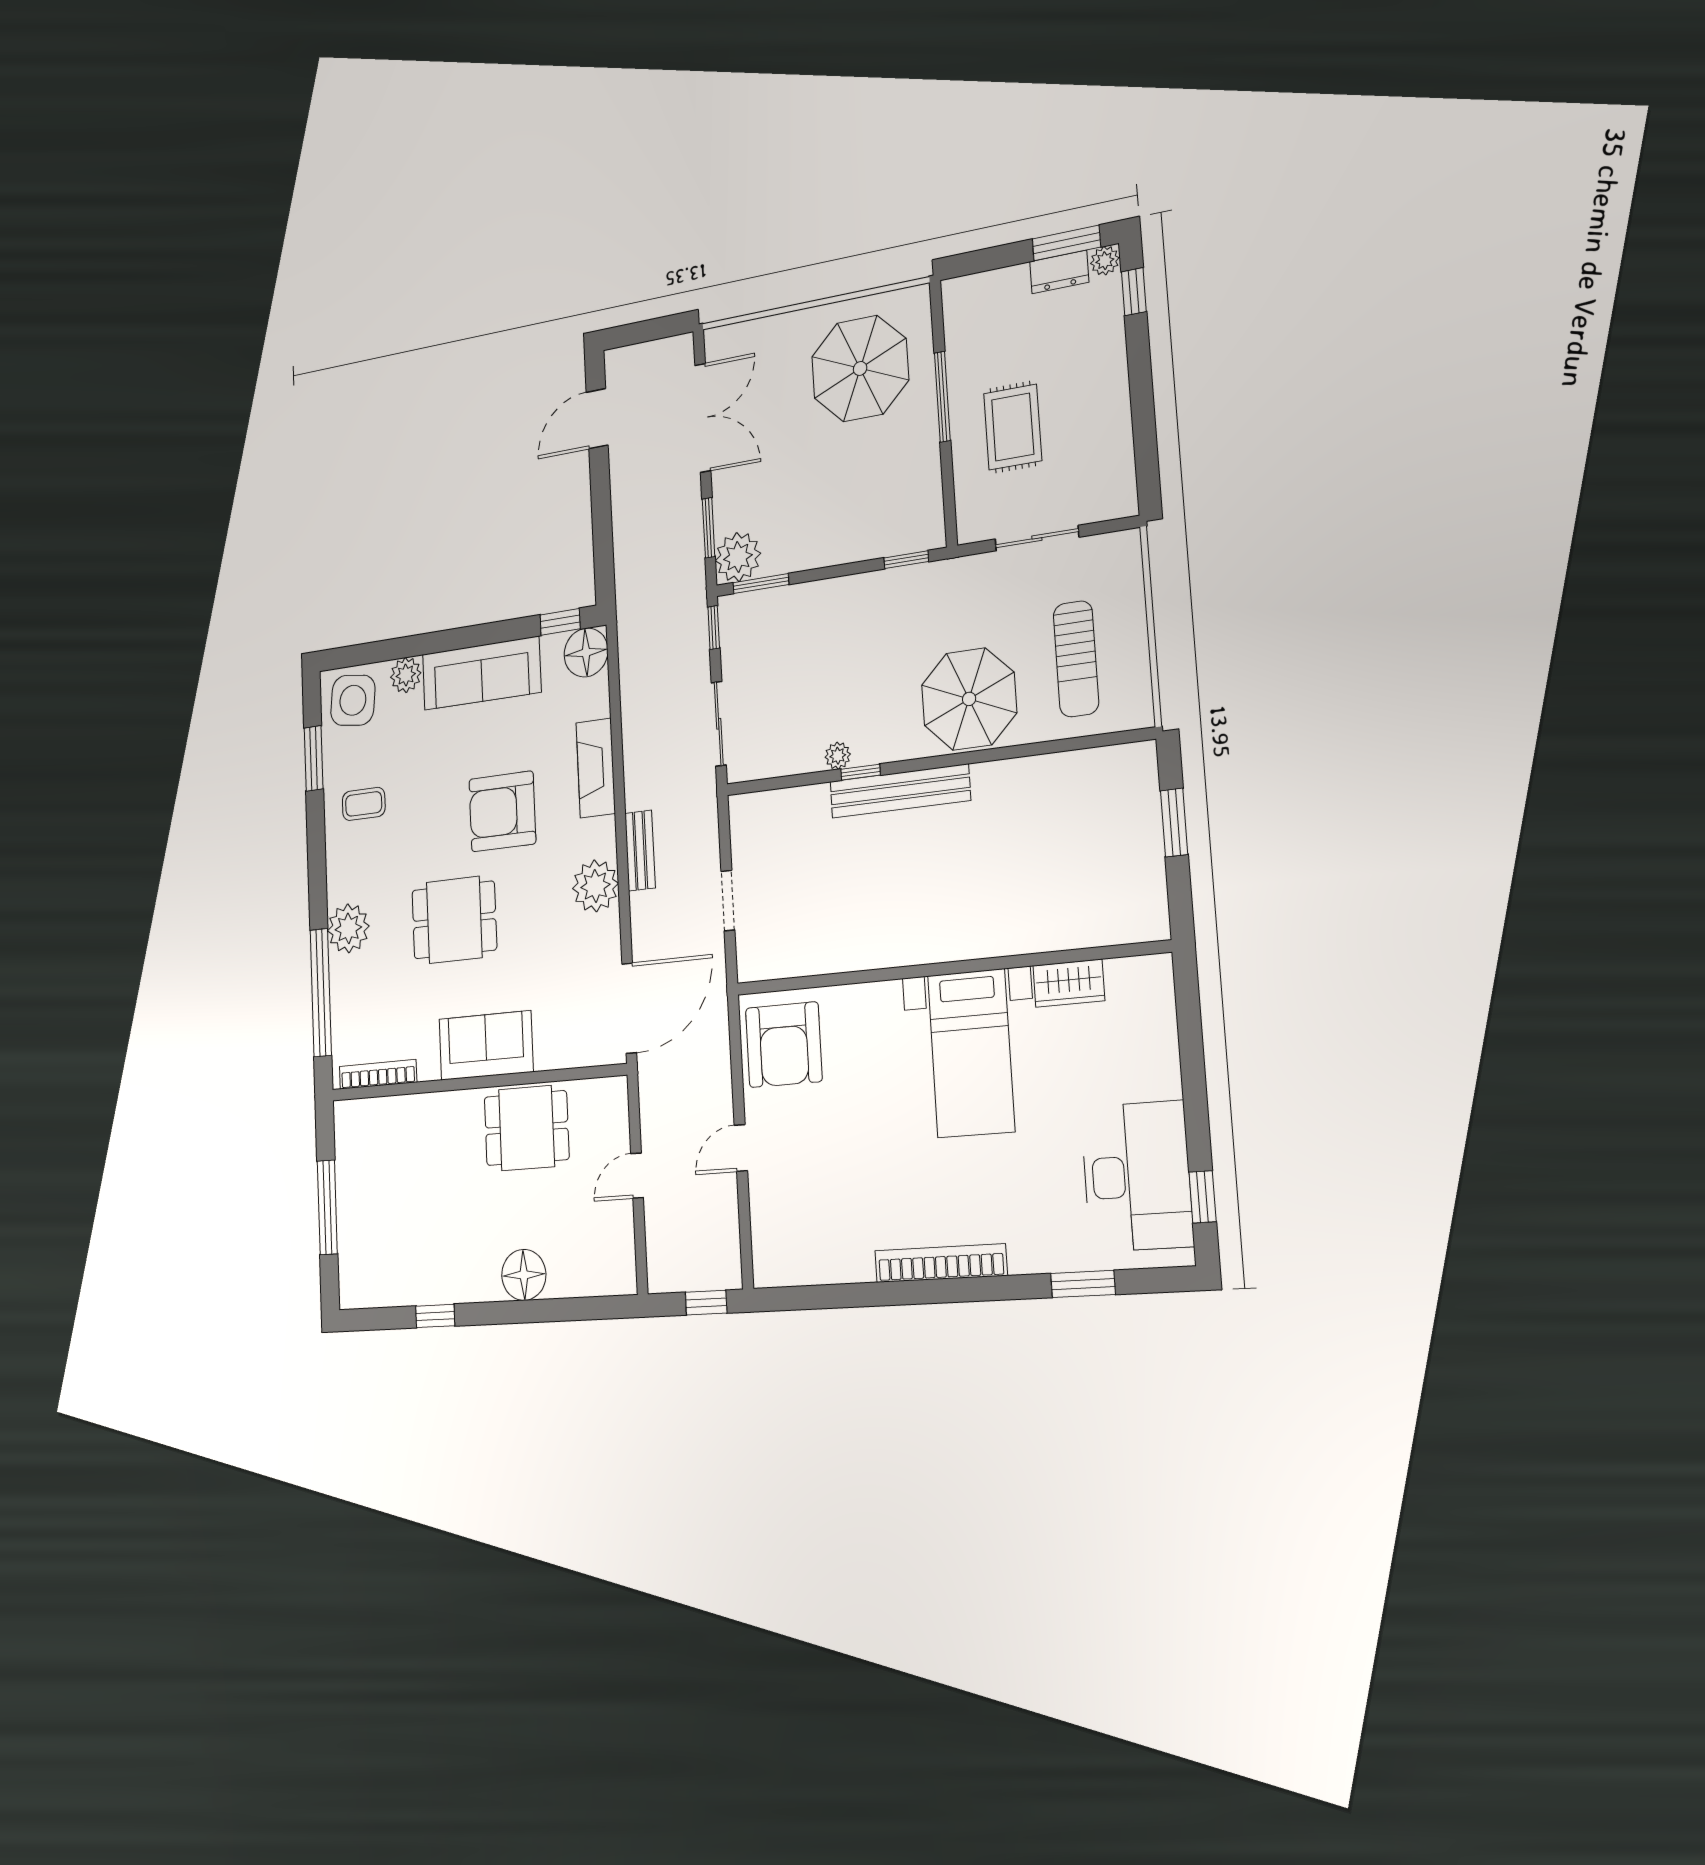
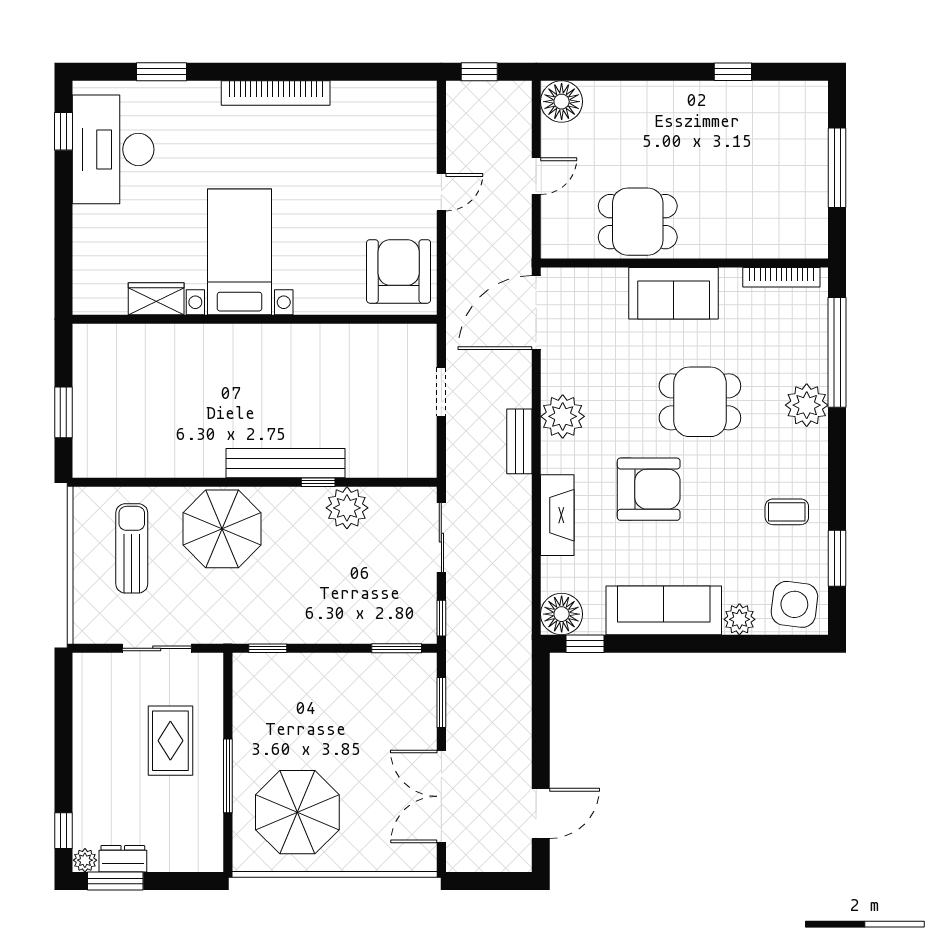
plant: (738, 557) -> (416, 674), removed
plant: (838, 756) -> (347, 508), width x1.88, depth x1.88
floor lamp: (524, 1275) -> (562, 102), moved

